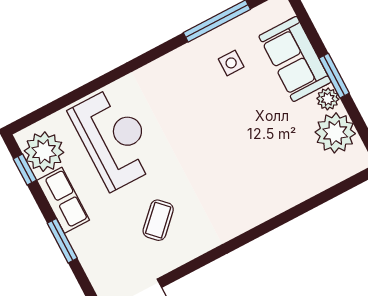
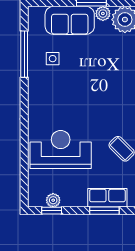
plant: (44, 152) -> (53, 200), width x0.53, depth x0.53
row of seats: (63, 200) -> (107, 198), moved

